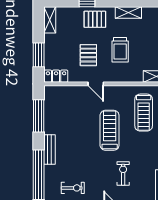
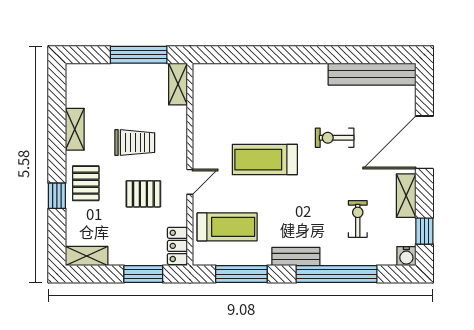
treadmill: (144, 113) -> (227, 227), moved

